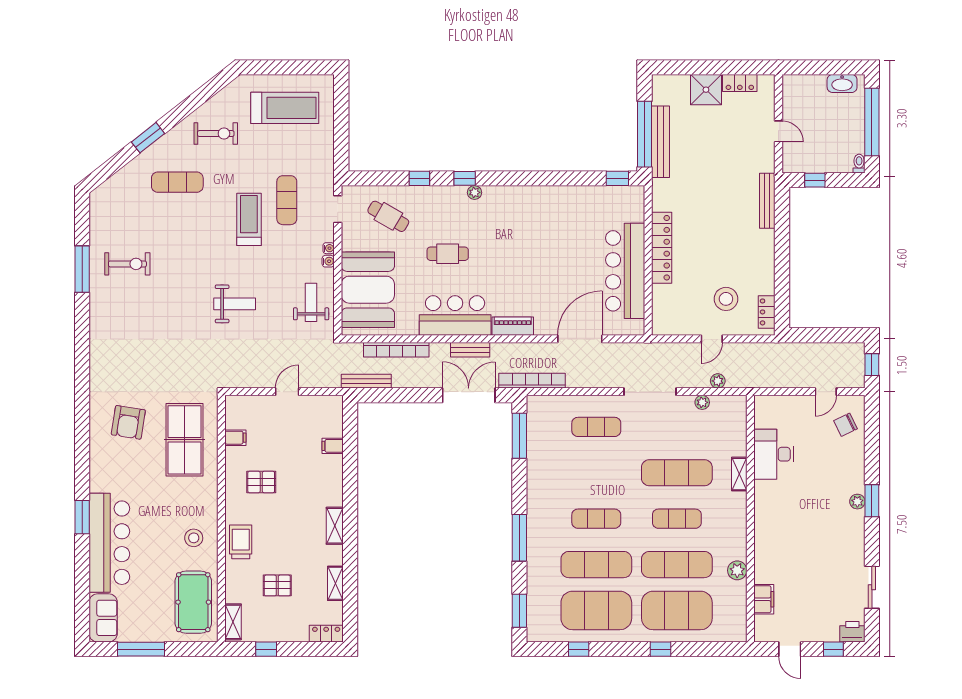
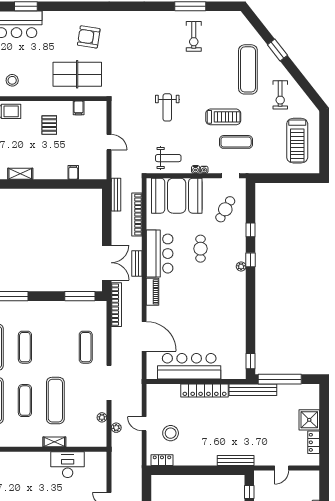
bench: (660, 142) -> (253, 390), moved
exercise mat: (177, 182) -> (248, 69), width x1.36, depth x1.45

